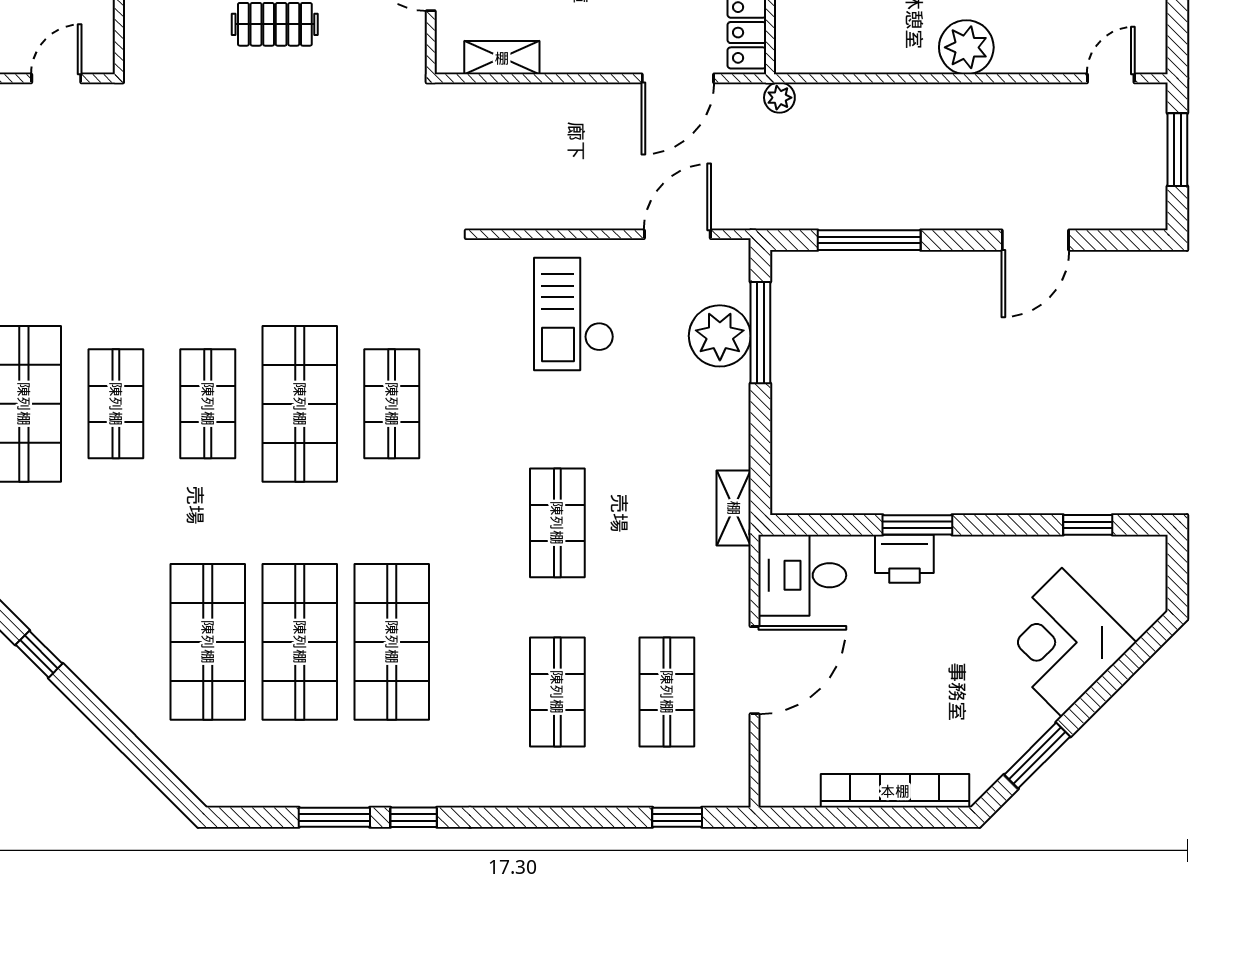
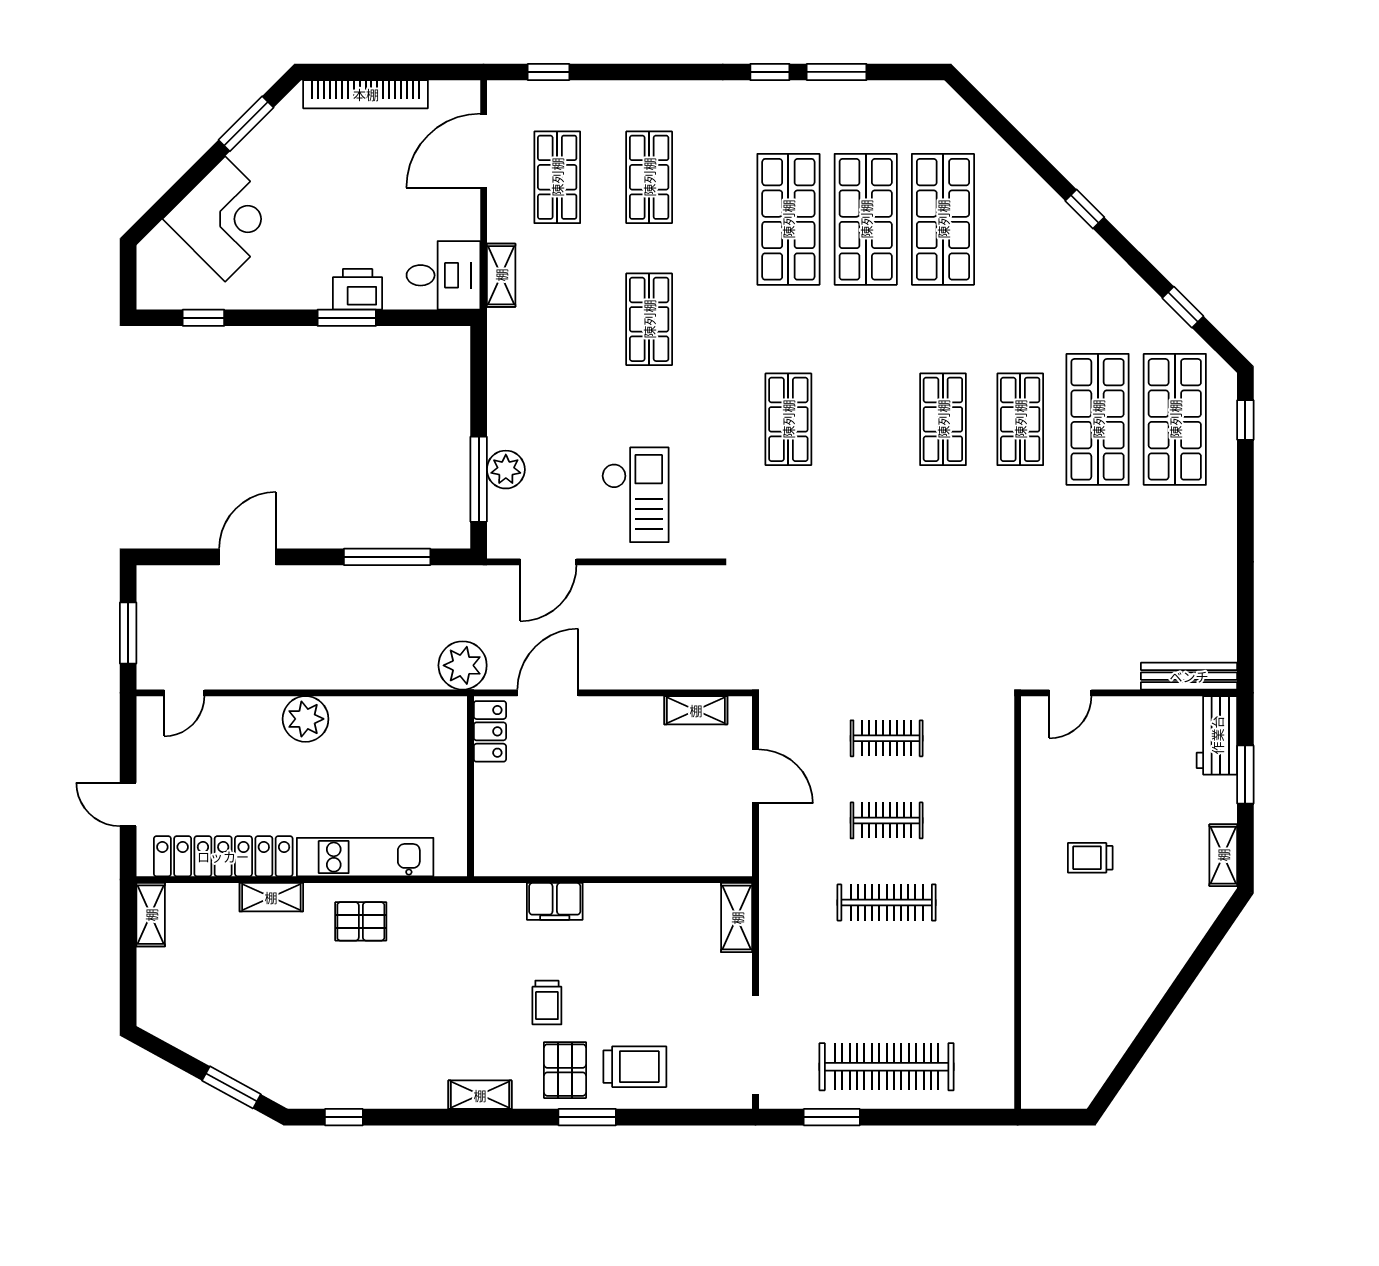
plant: (779, 98) -> (463, 665), width x1.87, depth x1.87
plant: (720, 336) -> (506, 470), width x0.73, depth x0.73
shop shelf: (300, 404) -> (866, 419), removed
shelving: (734, 508) -> (501, 275), moved
door: (754, 670) -> (484, 151), moved

